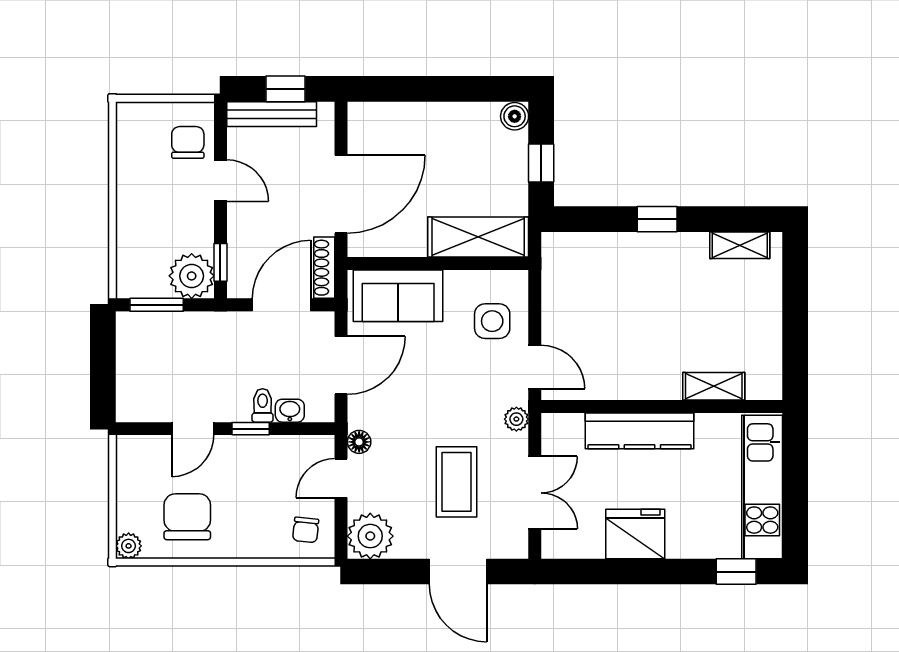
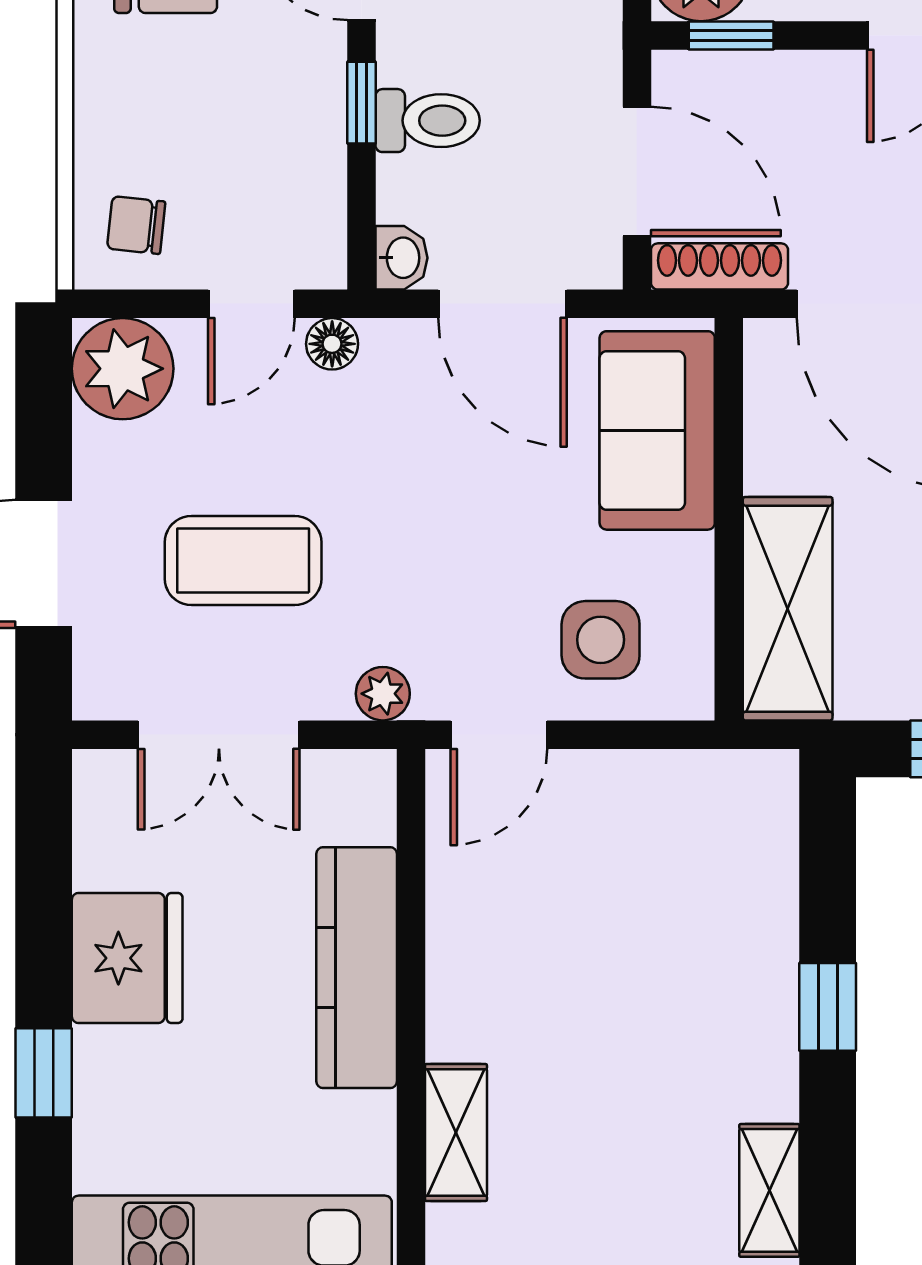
toilet: (263, 405) -> (428, 121), width x1.37, depth x1.39
washbasin: (290, 411) -> (401, 258), moved
door: (341, 478) -> (251, 304), swing flipped
window: (736, 572) -> (44, 1073), moved

